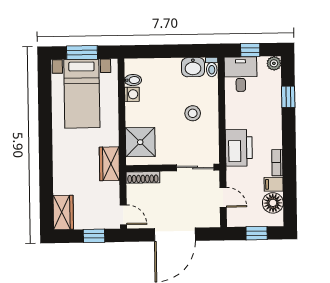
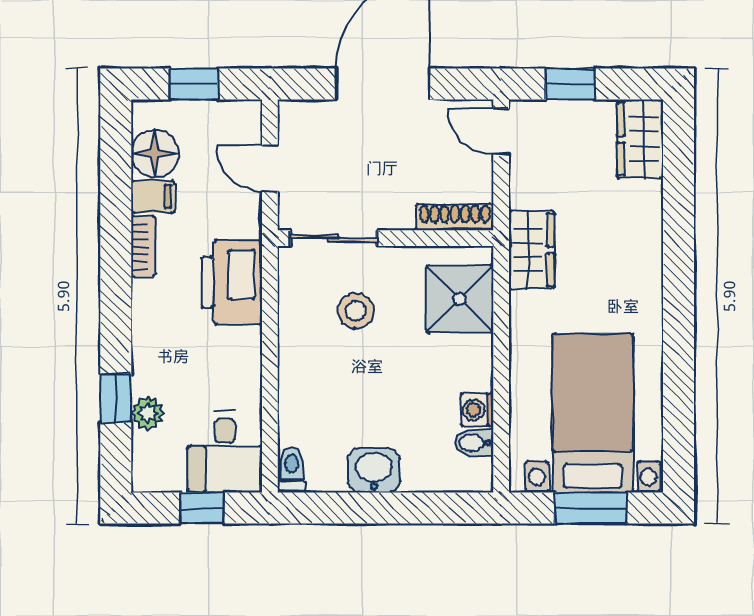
plant: (274, 63) -> (148, 413), moved
washbasin: (193, 67) -> (374, 470), moved
stool: (193, 113) -> (356, 311), moved

